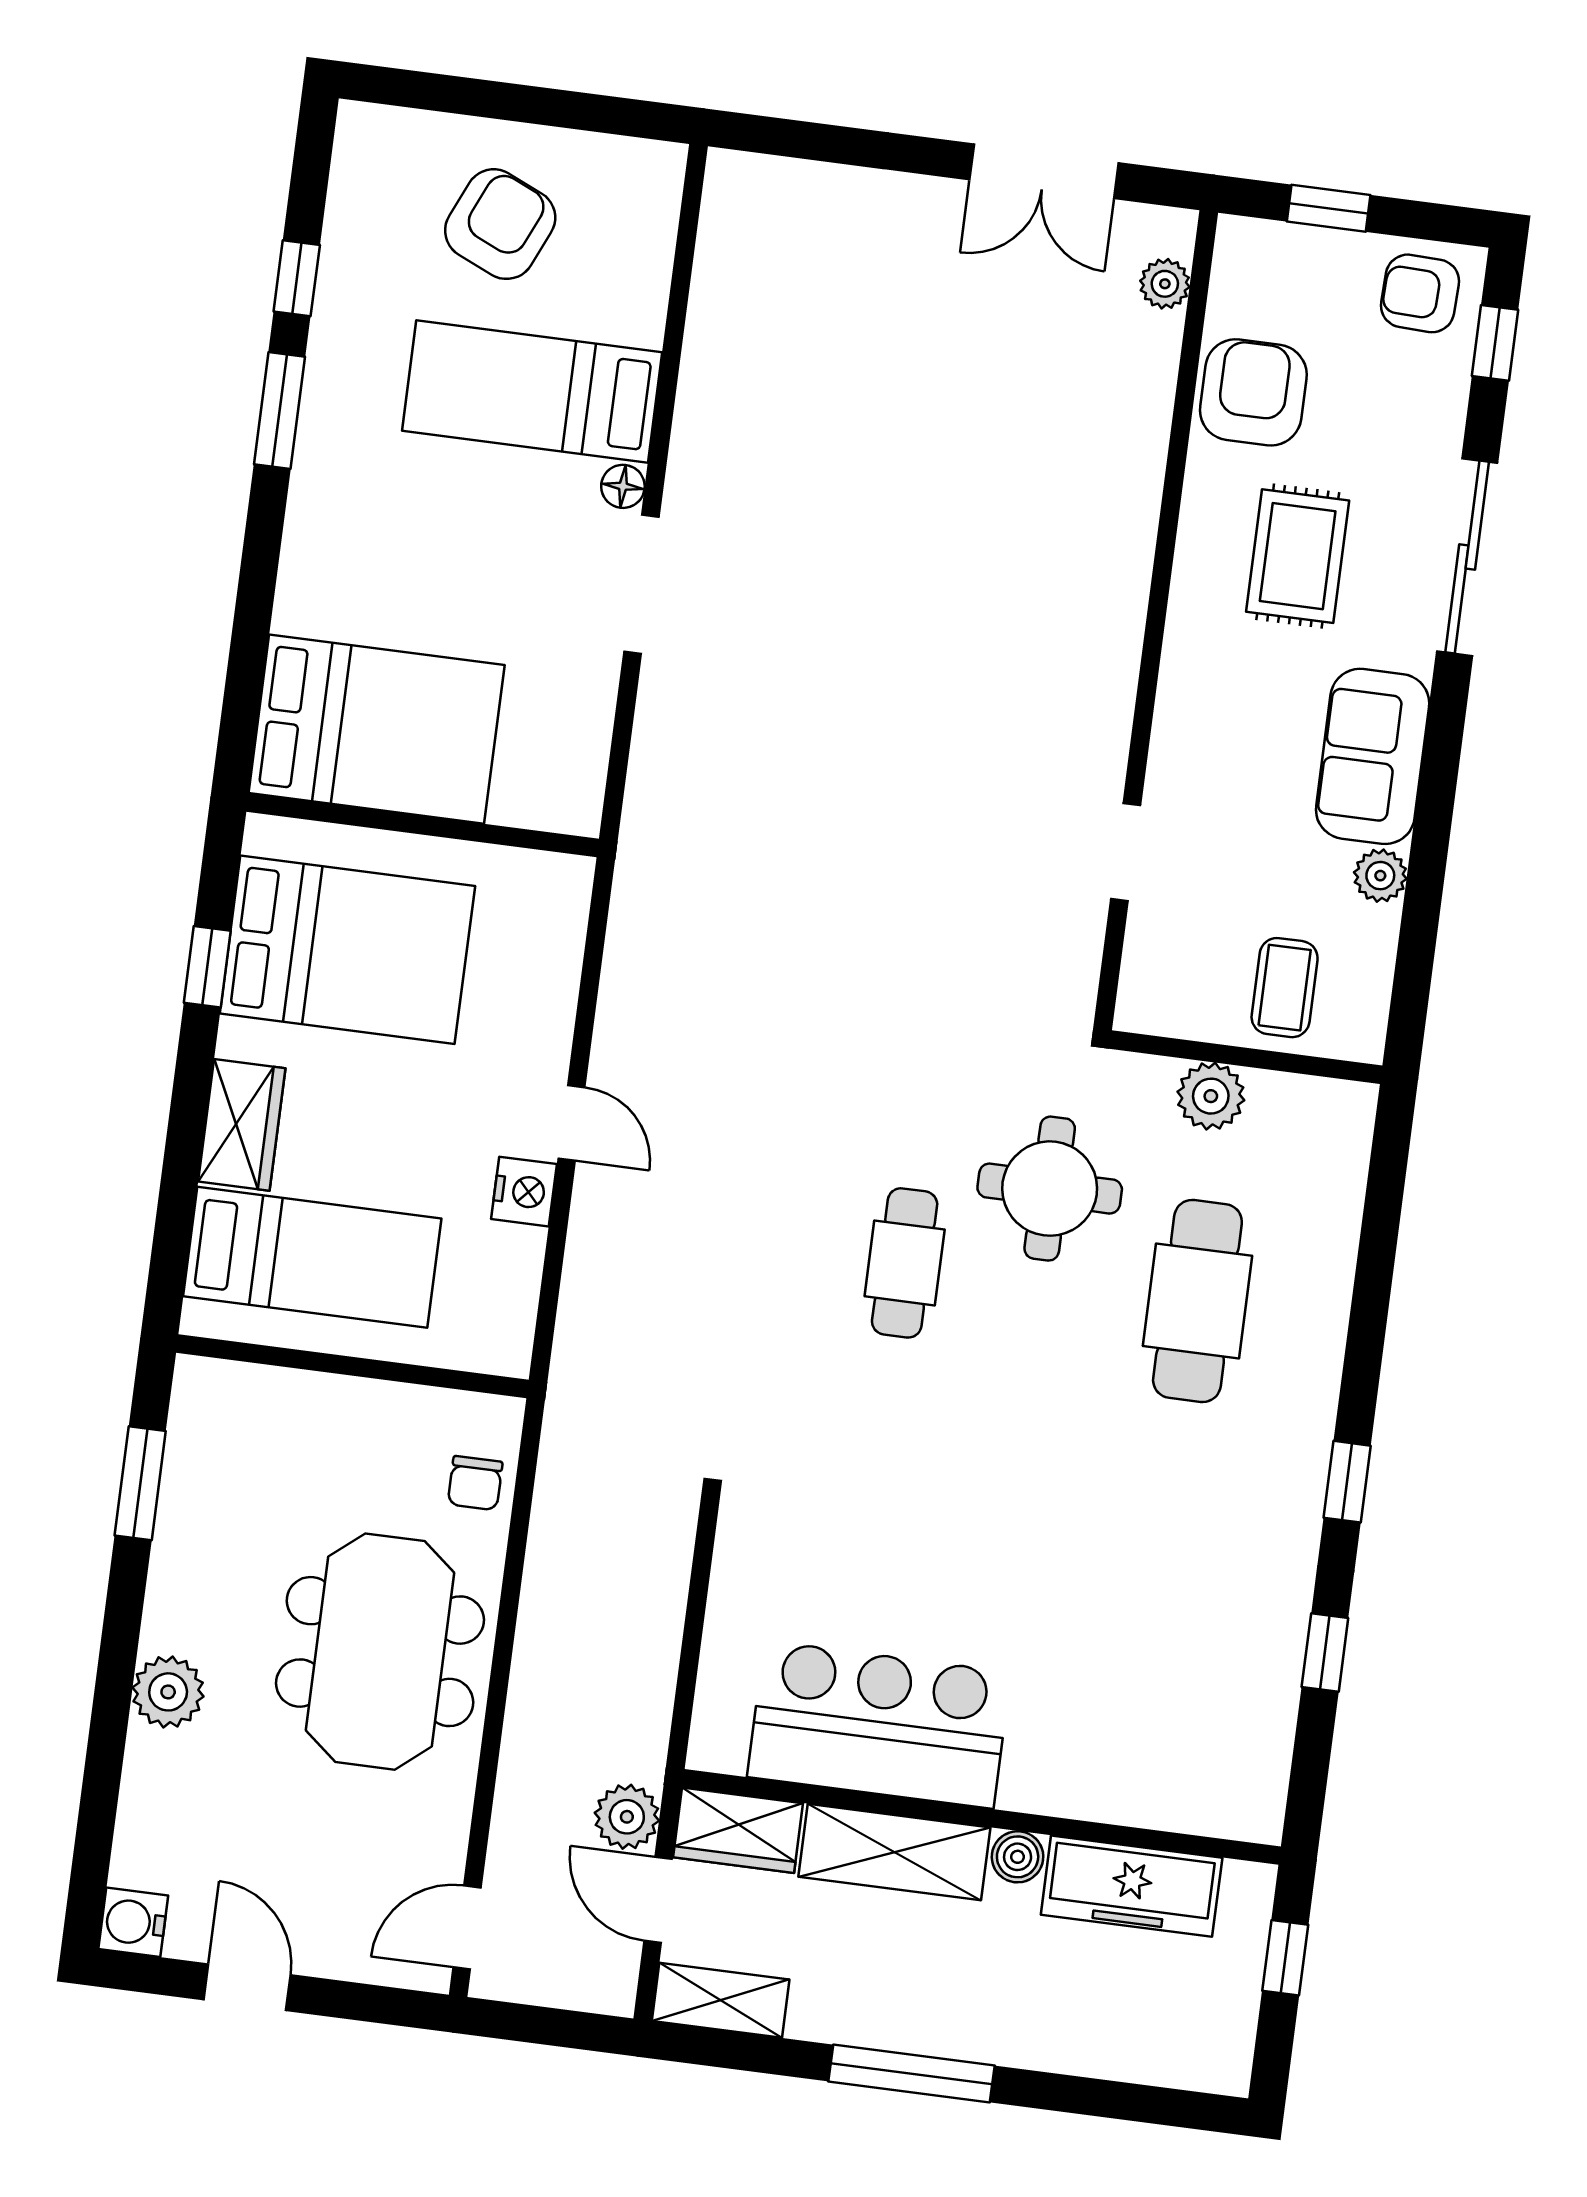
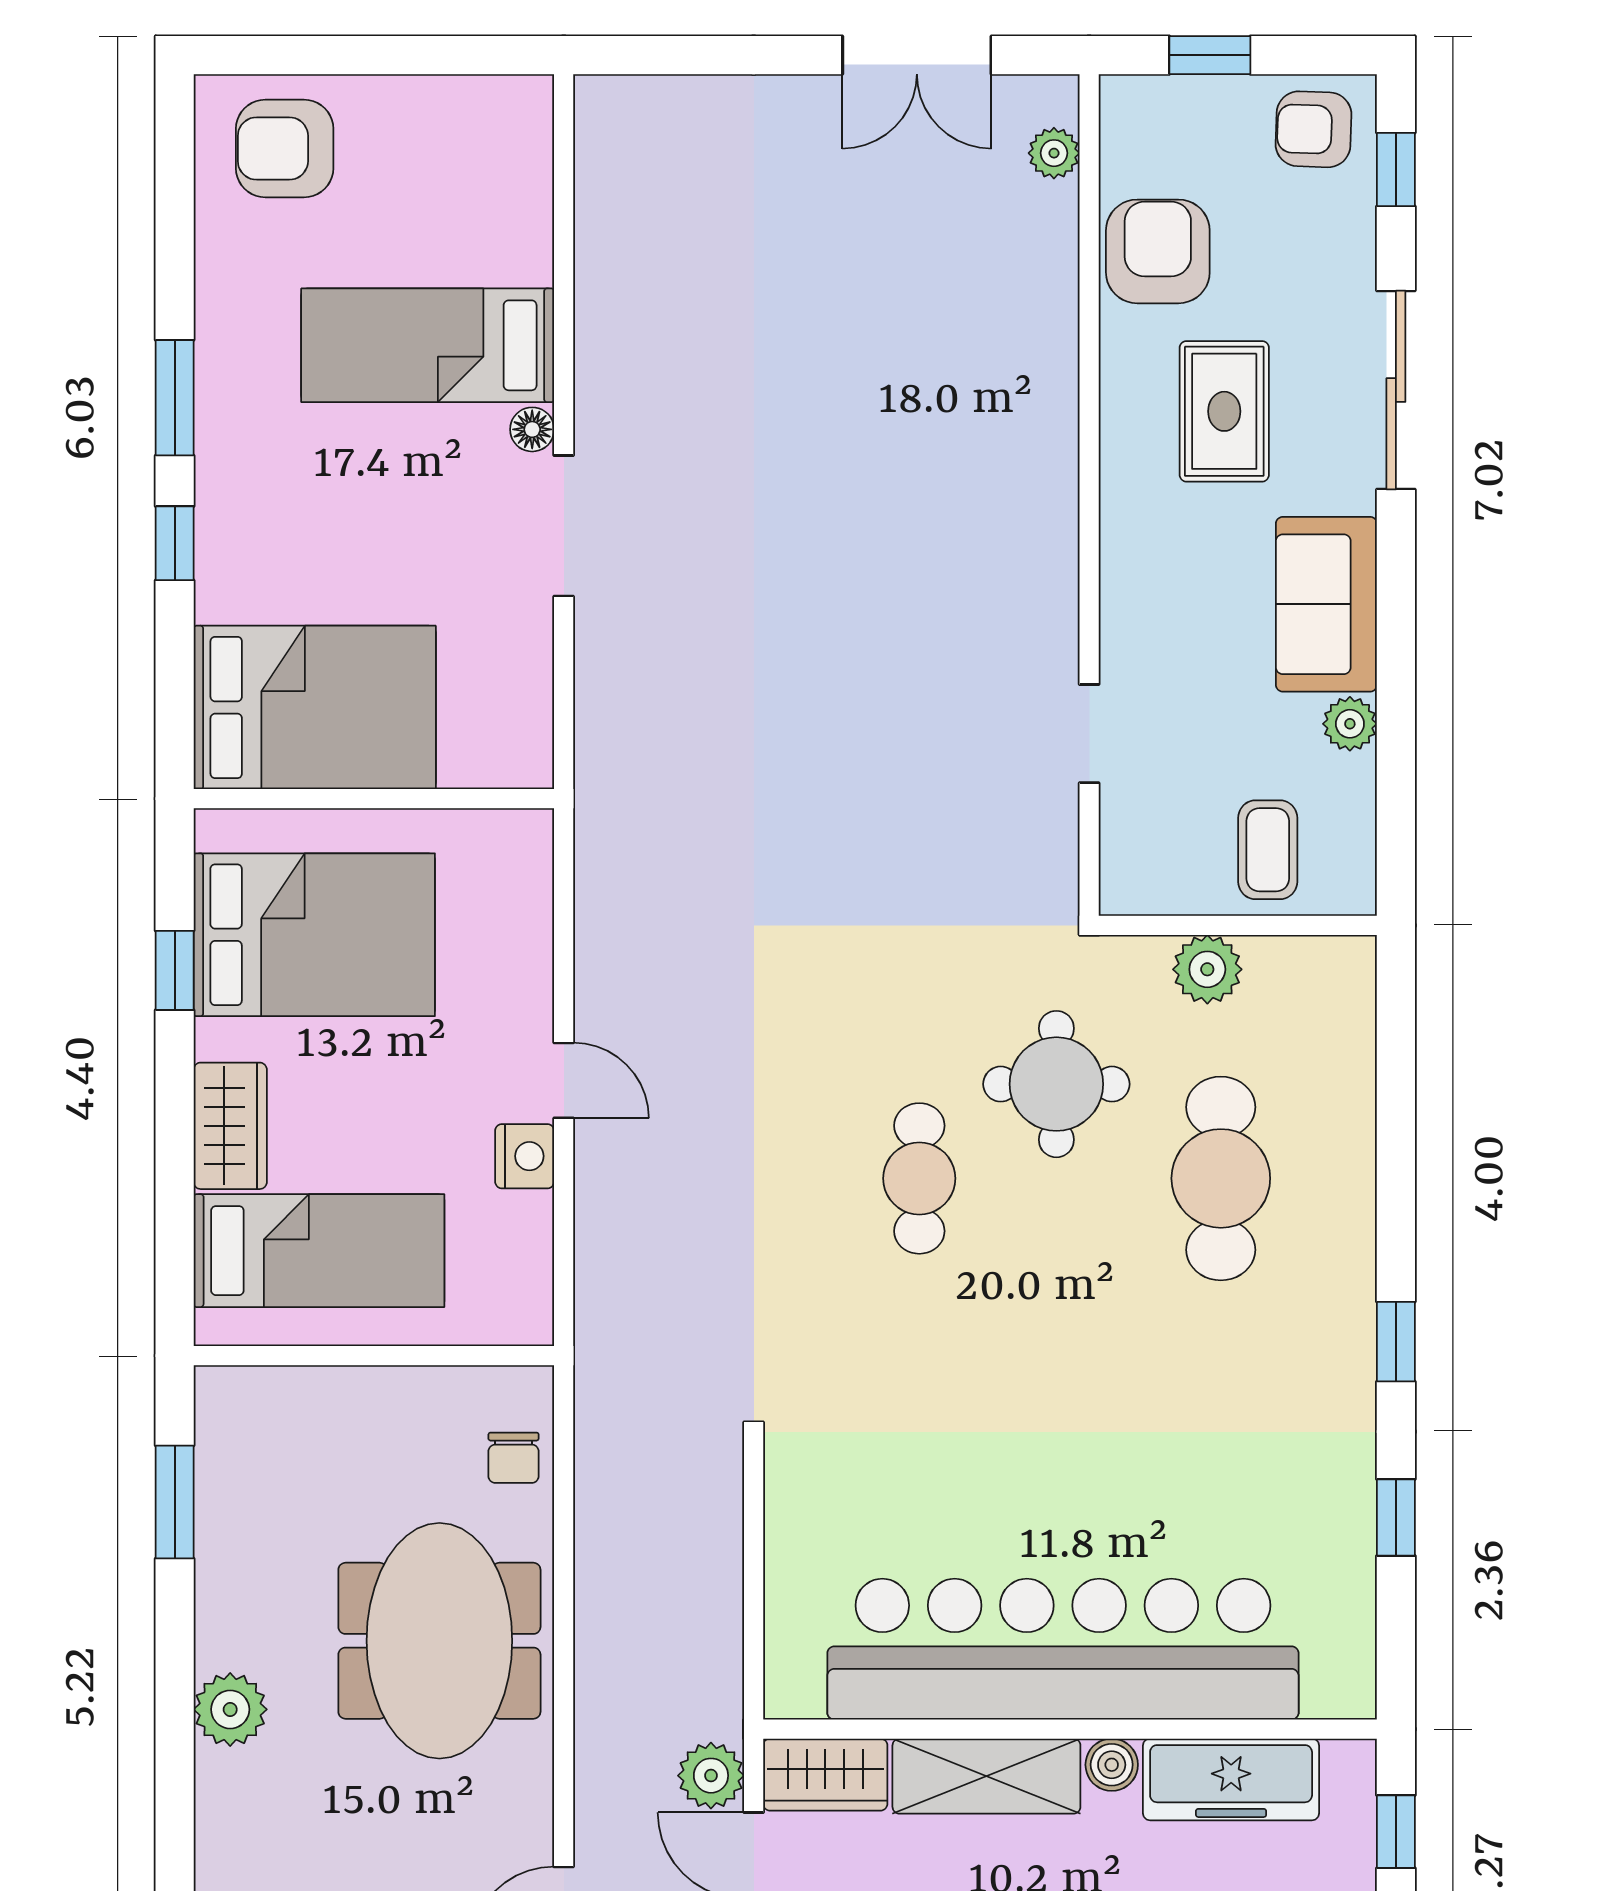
armchair: (500, 224) -> (285, 148), moved, turned -114
window: (297, 278) -> (175, 543), moved
bar counter: (879, 1725) -> (1063, 1649), width x1.86

